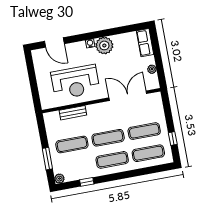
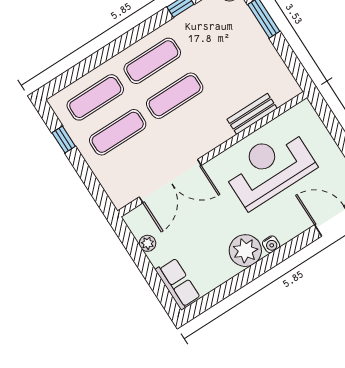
exercise mat: (72, 144) -> (232, 59), removed

